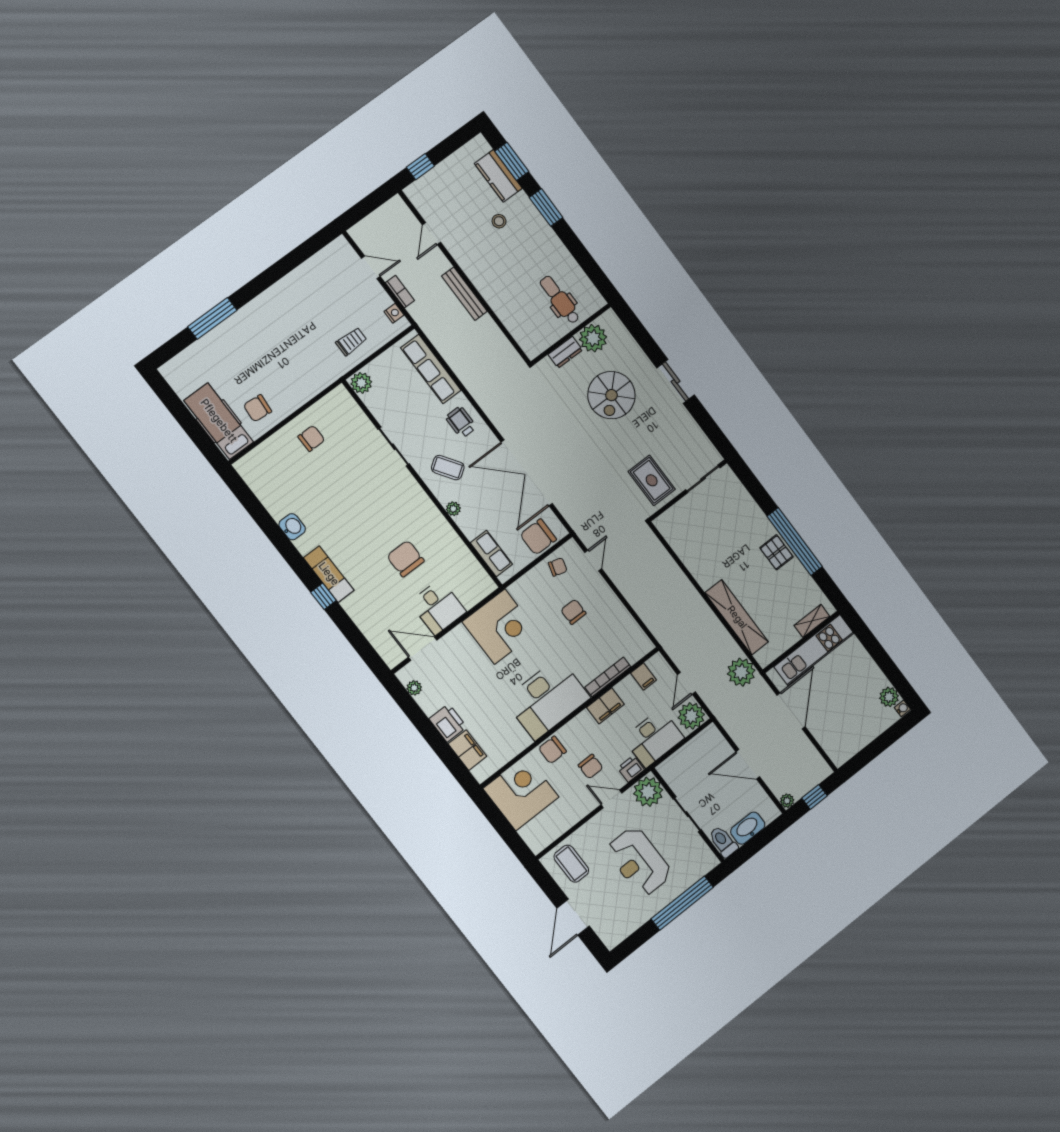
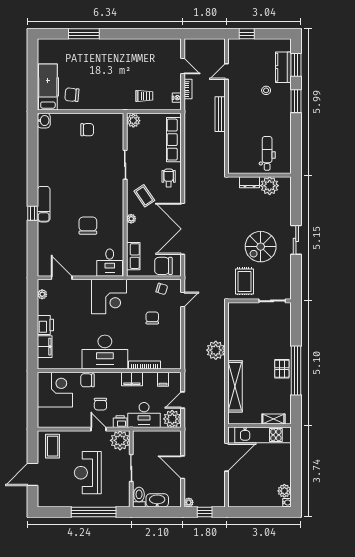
spiral stairs: (611, 395) -> (261, 247), moved
washbasin: (292, 527) -> (44, 121), moved
desk: (438, 607) -> (110, 263), moved
plant: (741, 672) -> (216, 350), moved

